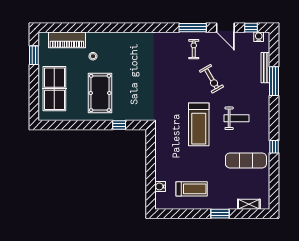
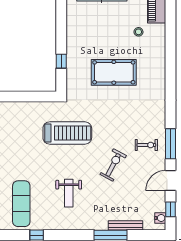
exercise bike: (212, 79) -> (113, 165), turned 148
pool table: (100, 93) -> (114, 72), moved
treadmill: (199, 124) -> (67, 133), moved, turned 180

